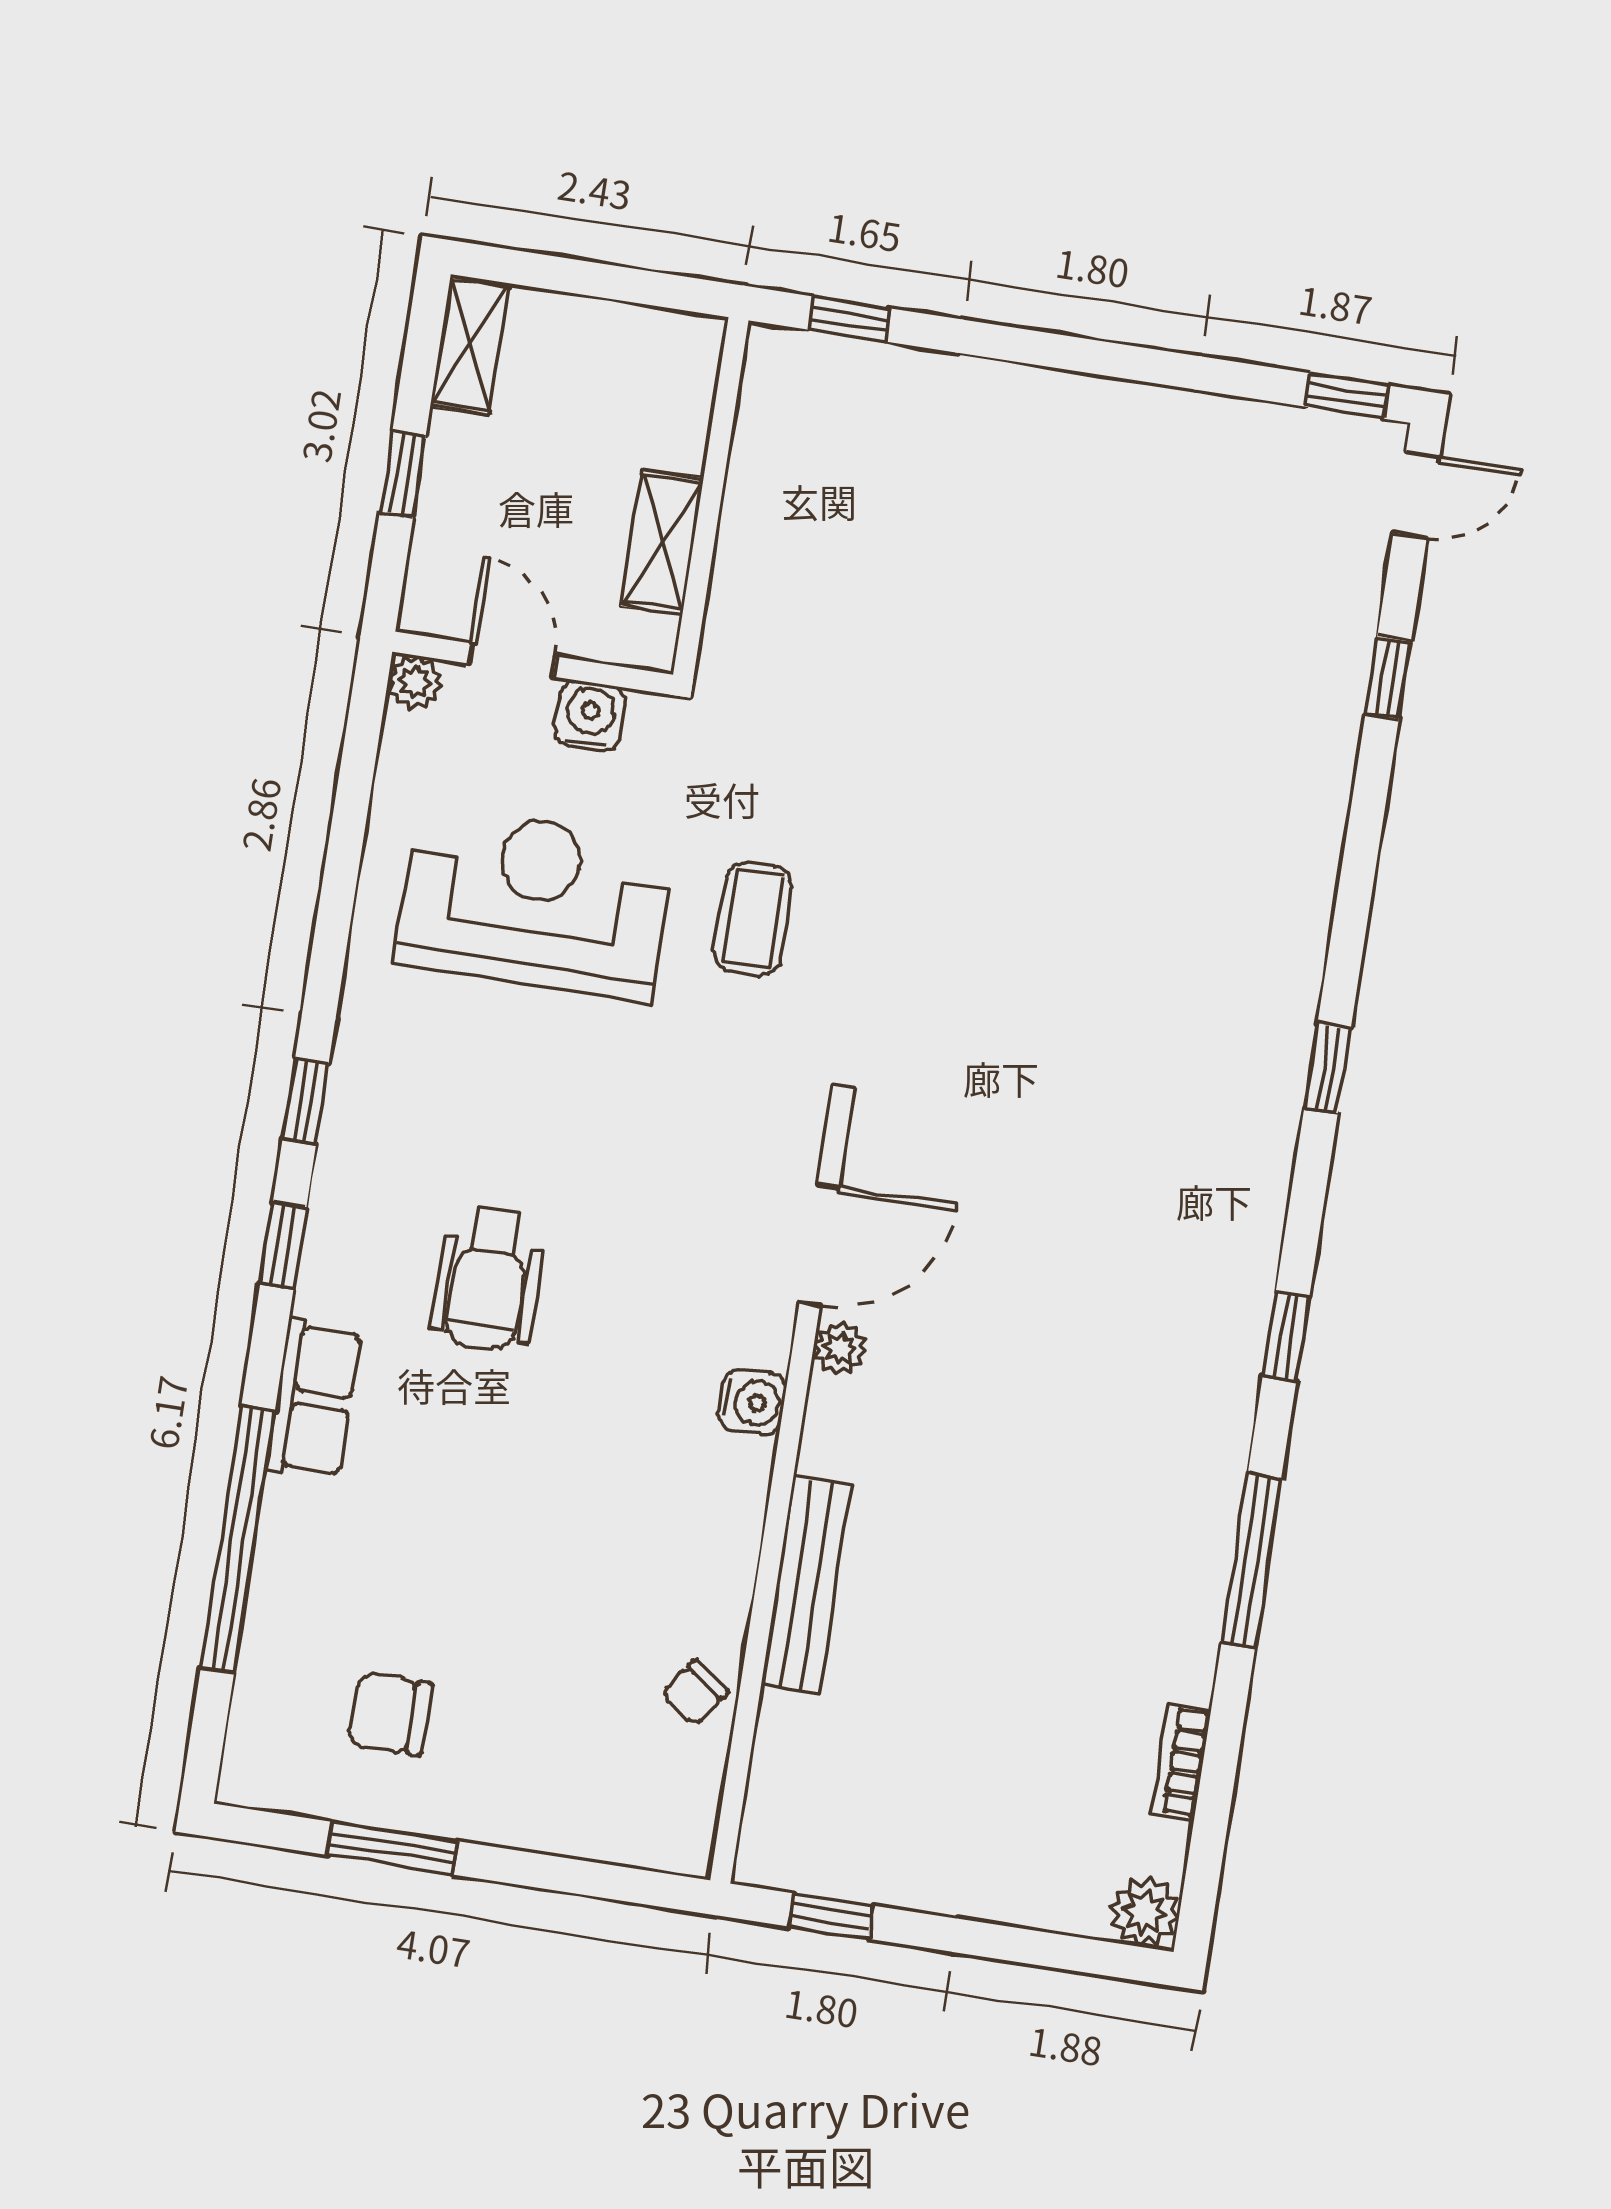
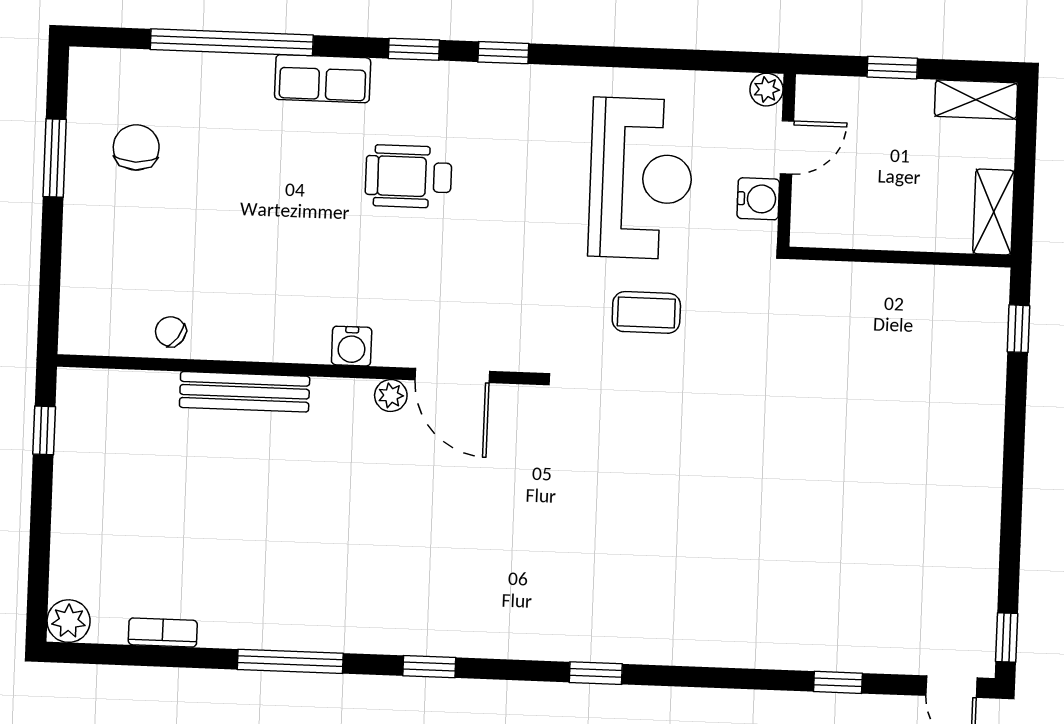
shelving: (662, 542) -> (994, 212), moved, turned 90

